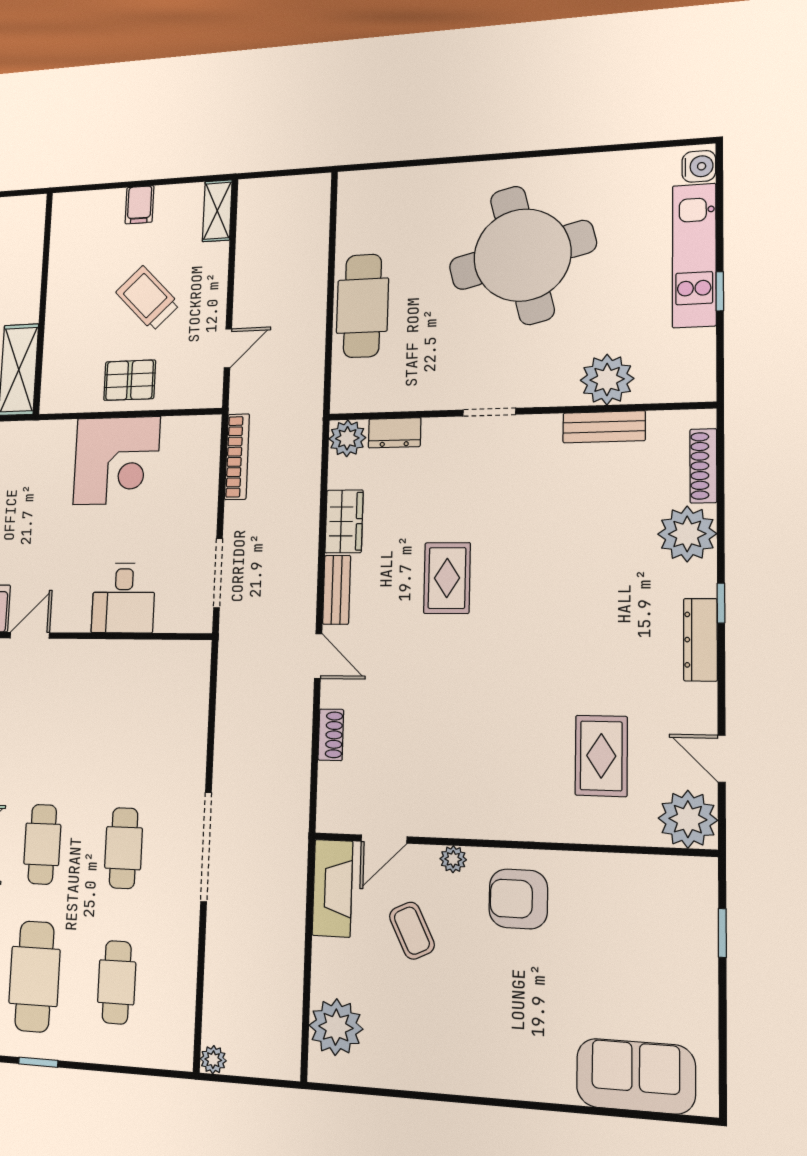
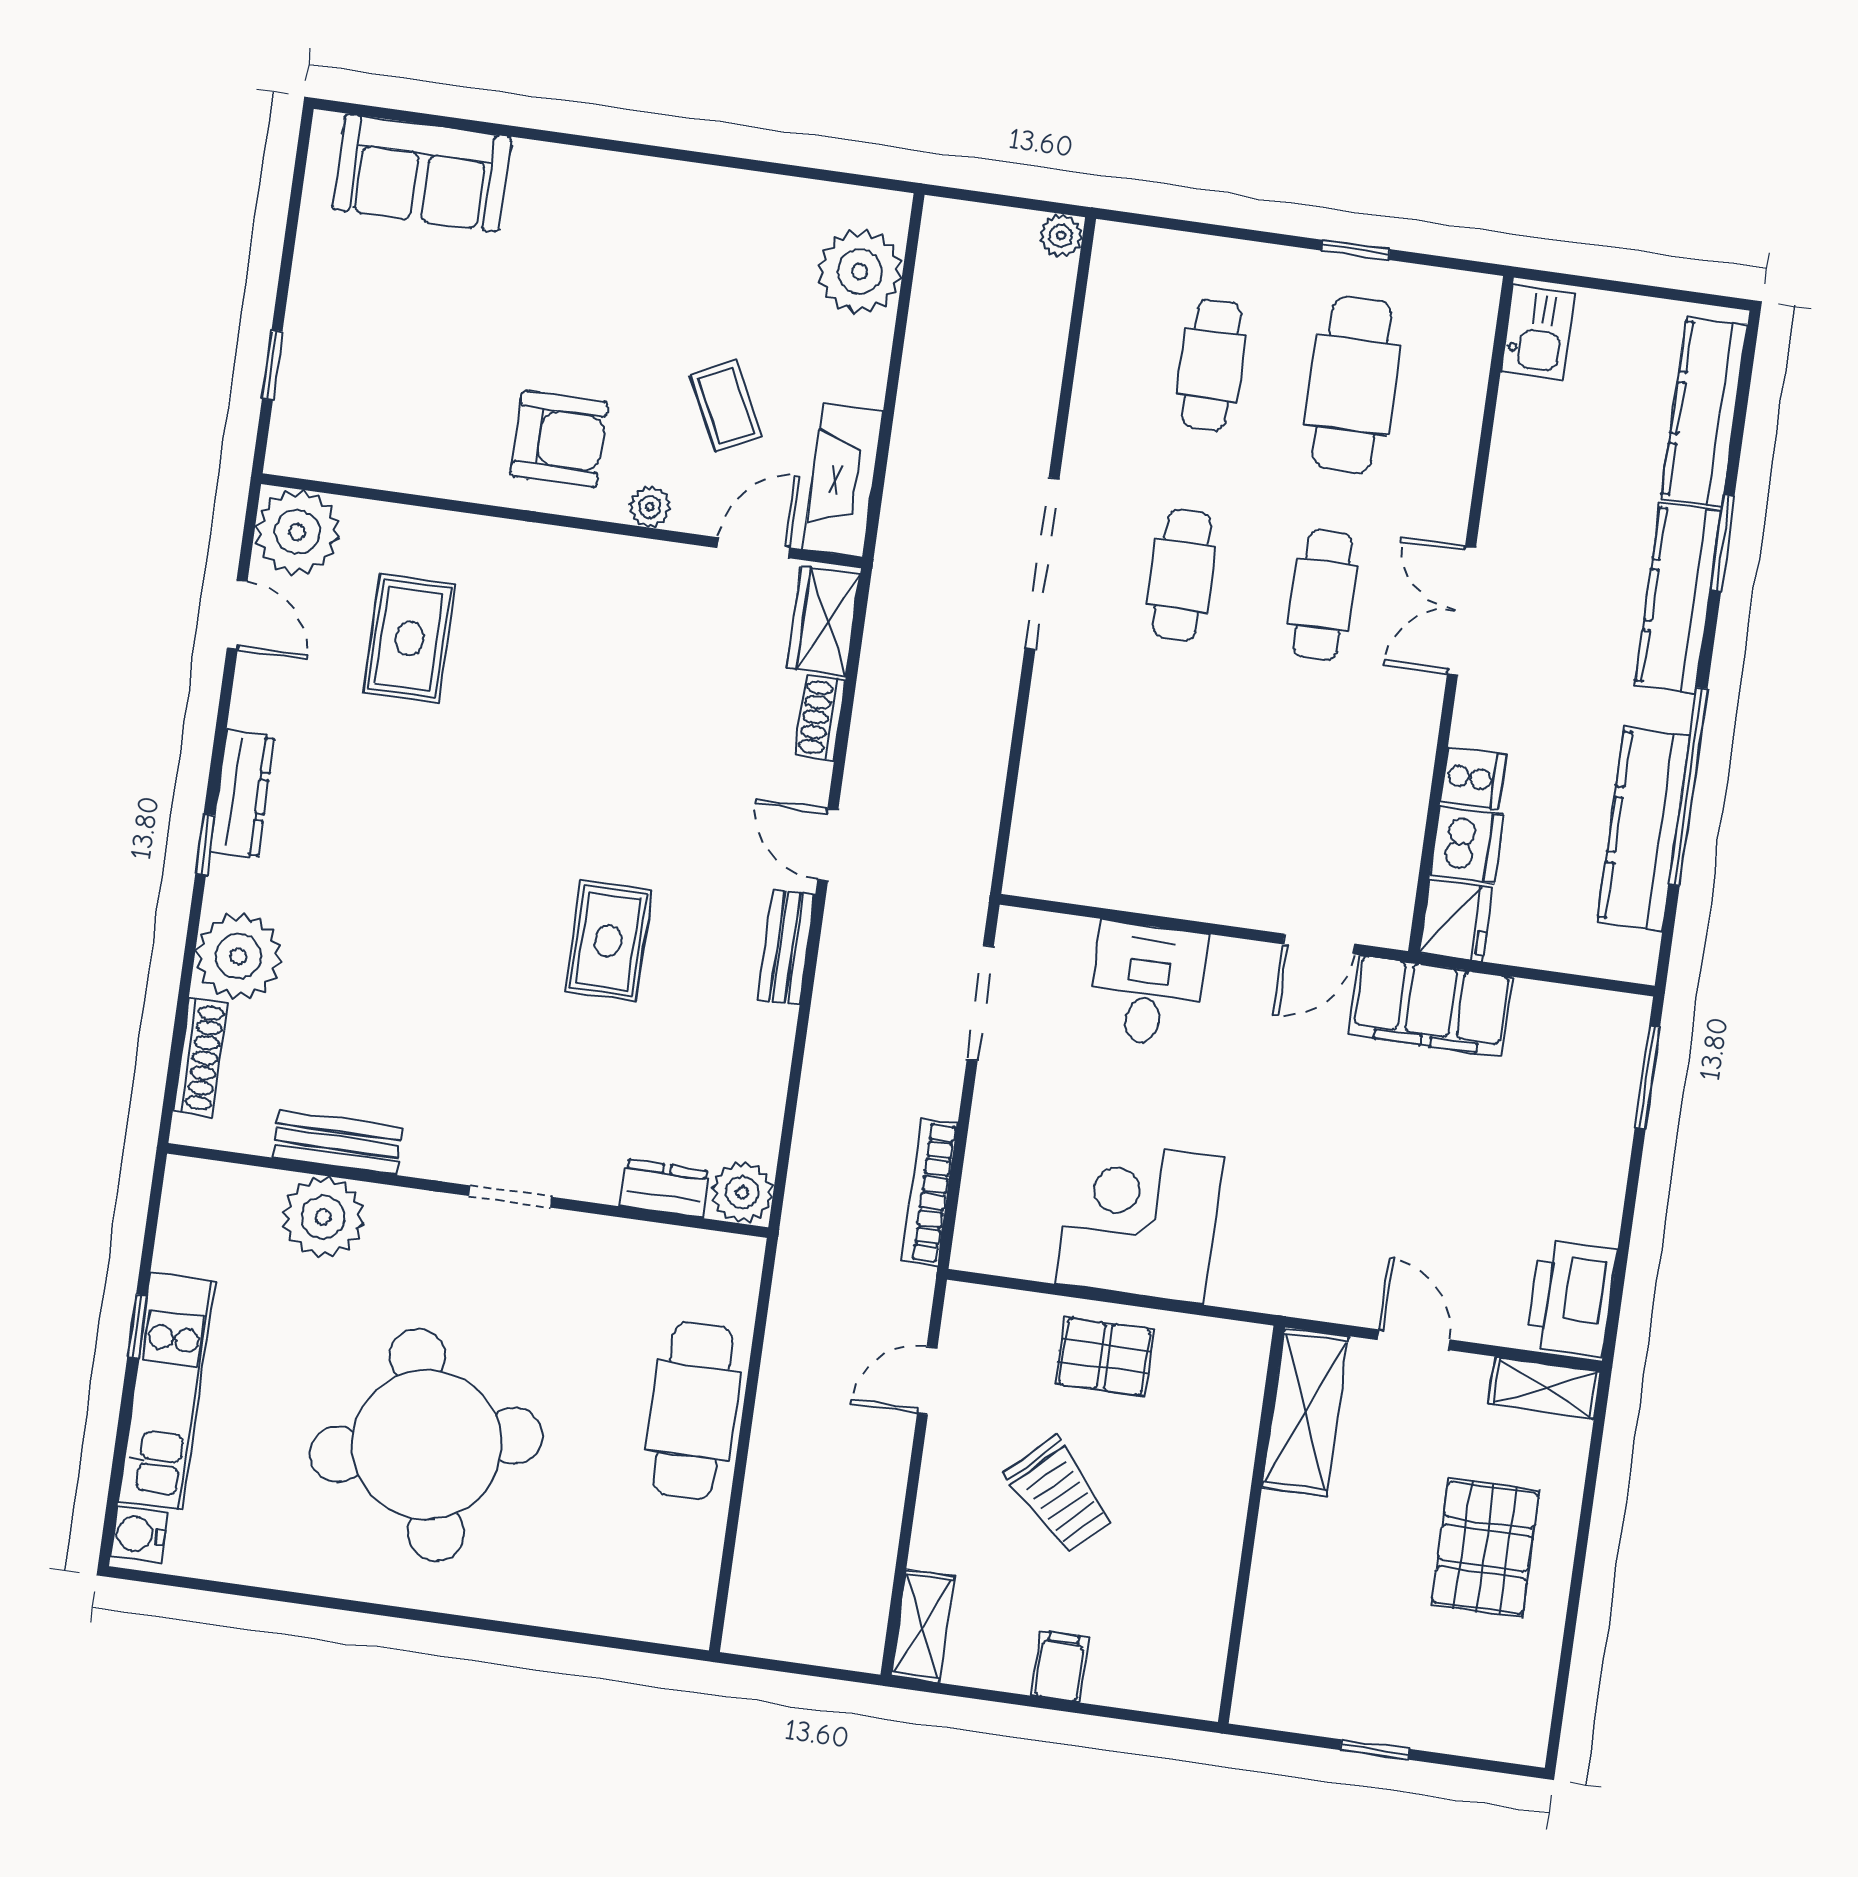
wardrobe: (344, 521) -> (823, 621), moved

